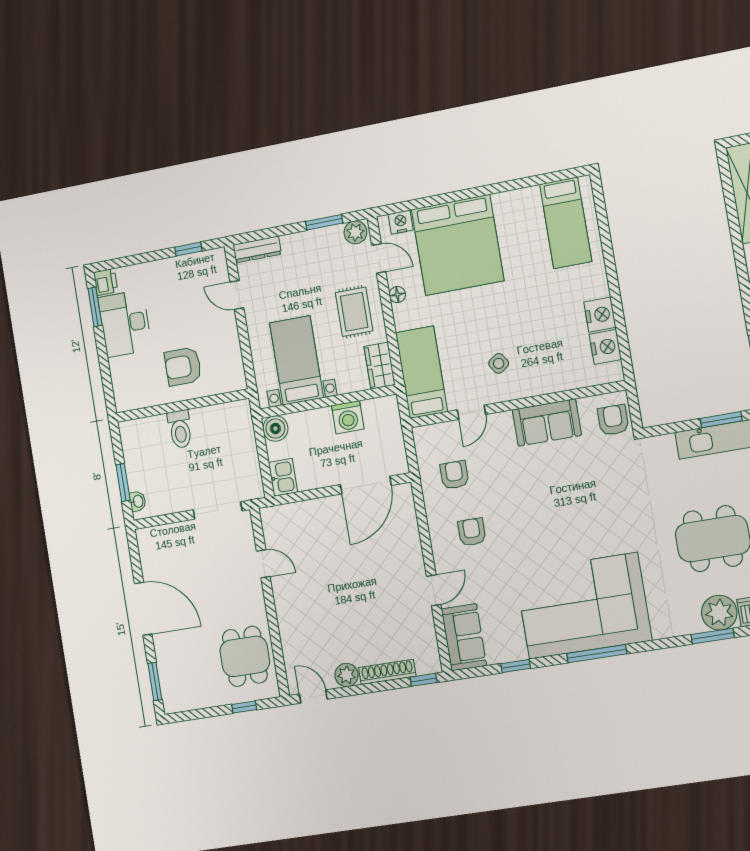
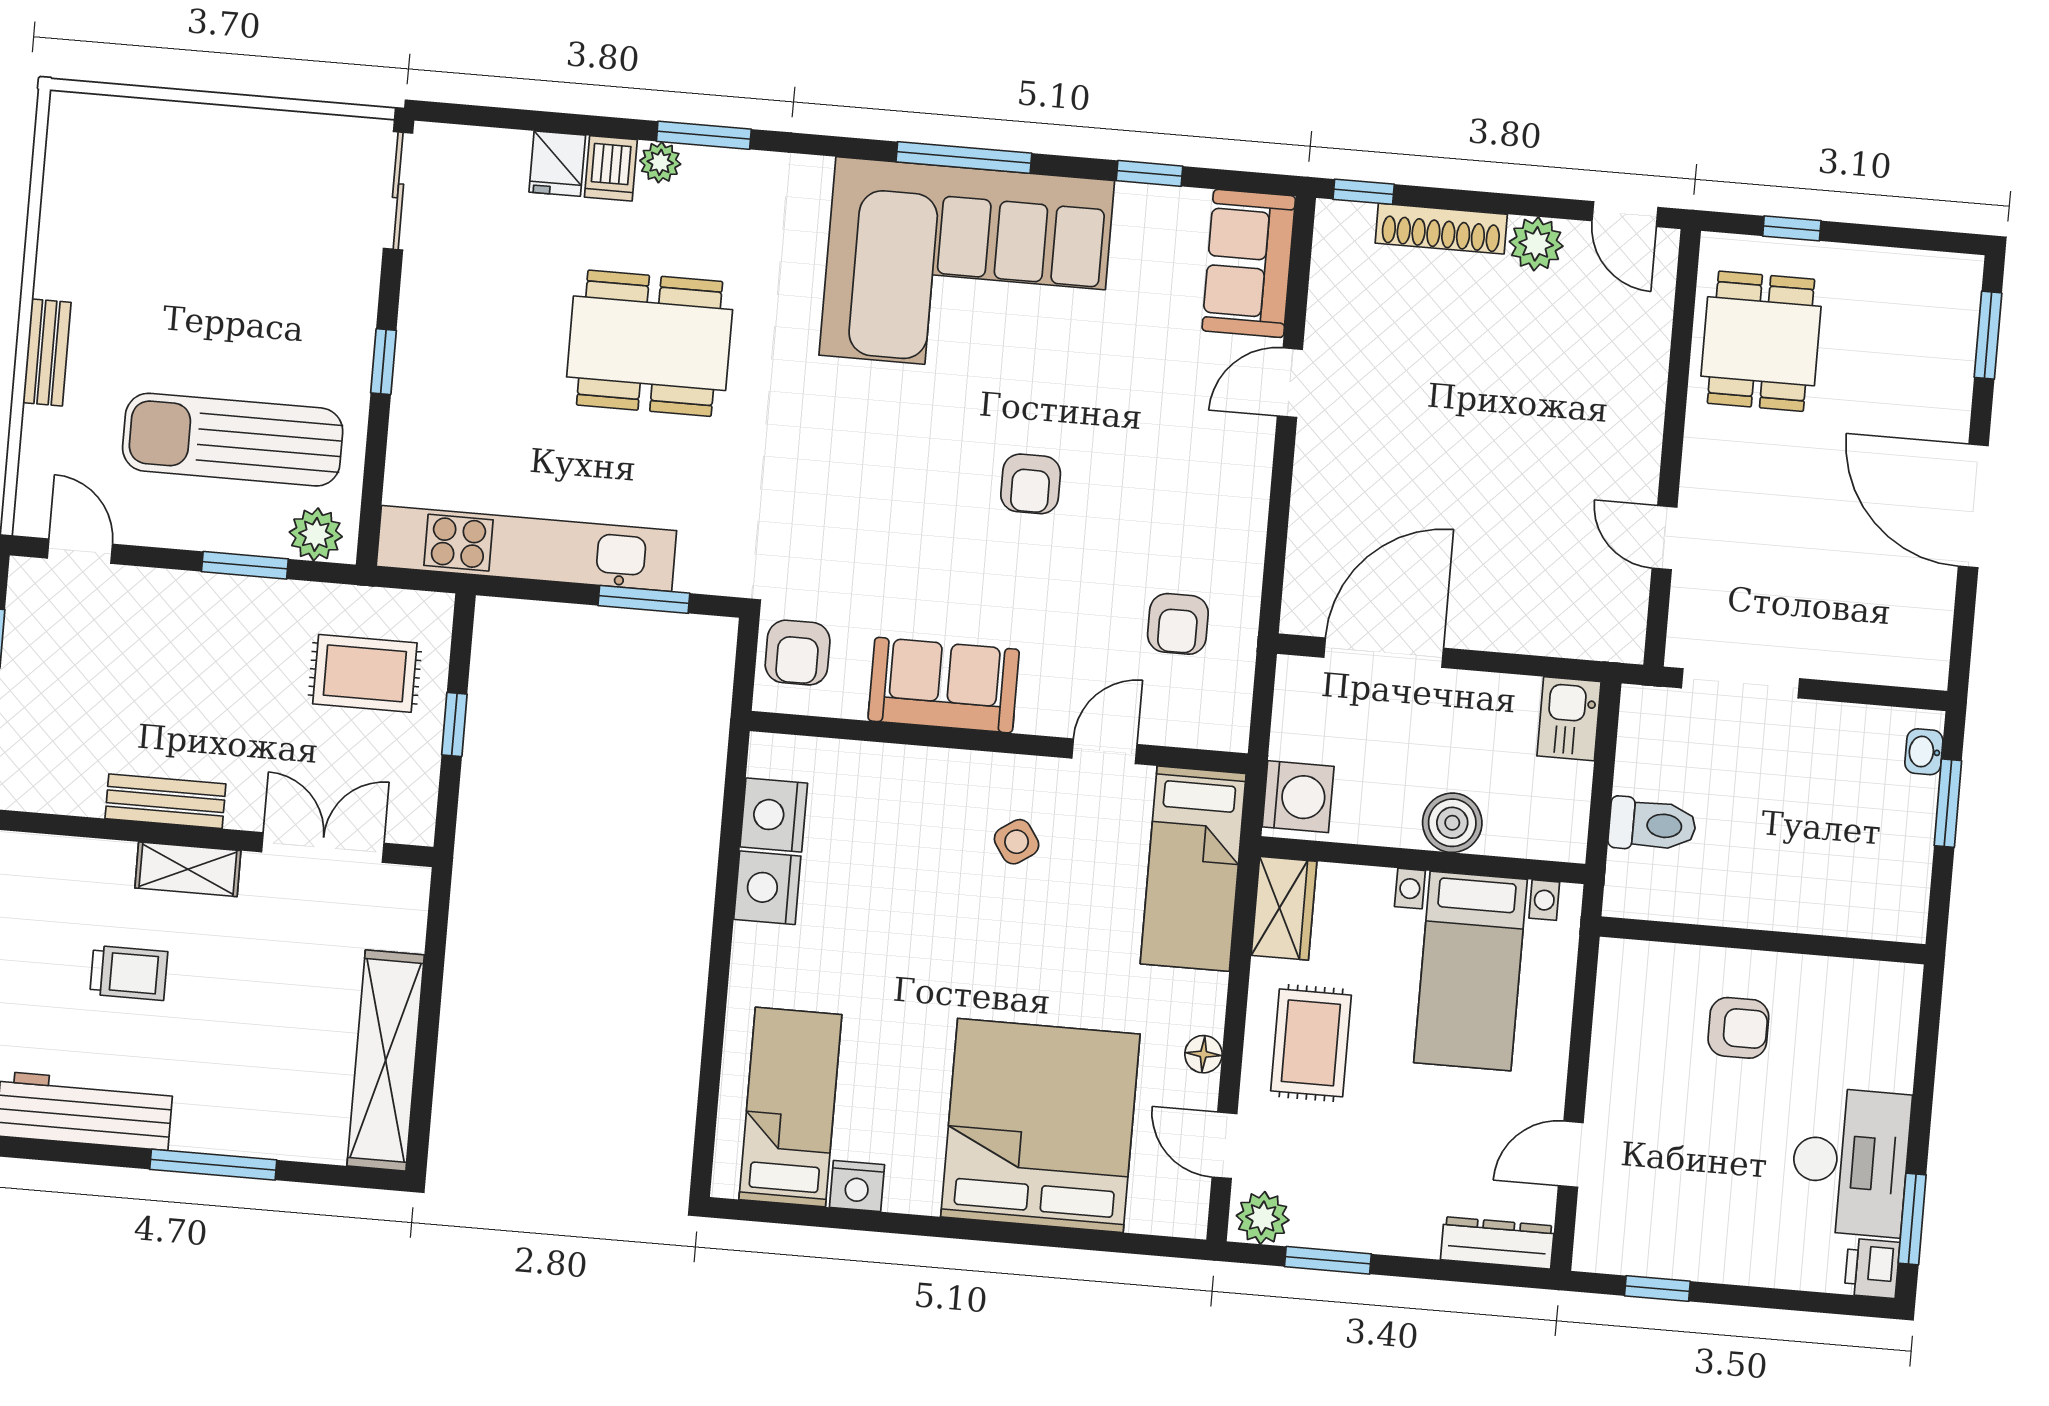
nightstand: (401, 222) -> (857, 1186), moved
door: (237, 295) -> (1571, 1154), swing flipped
armchair: (183, 366) -> (1738, 1028), width x0.72, depth x0.72
washing machine: (348, 417) -> (1298, 797), moved, turned 90
window: (721, 420) -> (644, 599), moved
toilet: (180, 429) -> (1652, 825), moved, turned 90
boiler: (275, 429) -> (1452, 823), moved
armchair: (472, 532) -> (1031, 484), moved
plant: (719, 613) -> (660, 162), width x0.53, depth x0.53

